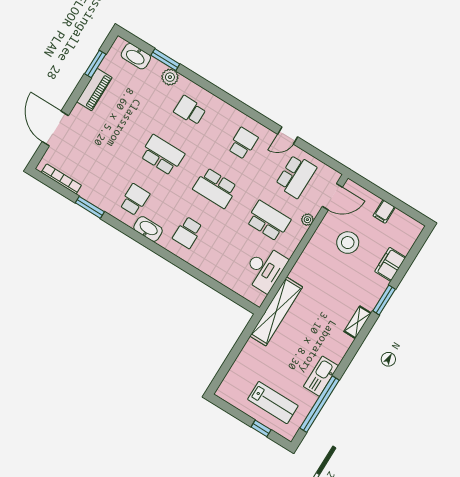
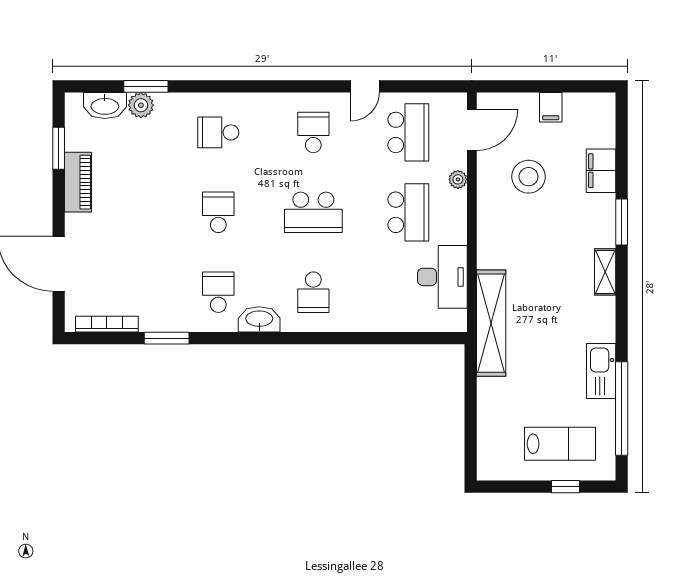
plant: (170, 77) -> (141, 105), moved
school desk: (162, 155) -> (218, 212), width x0.54
school desk: (268, 221) -> (408, 212), turned 90

